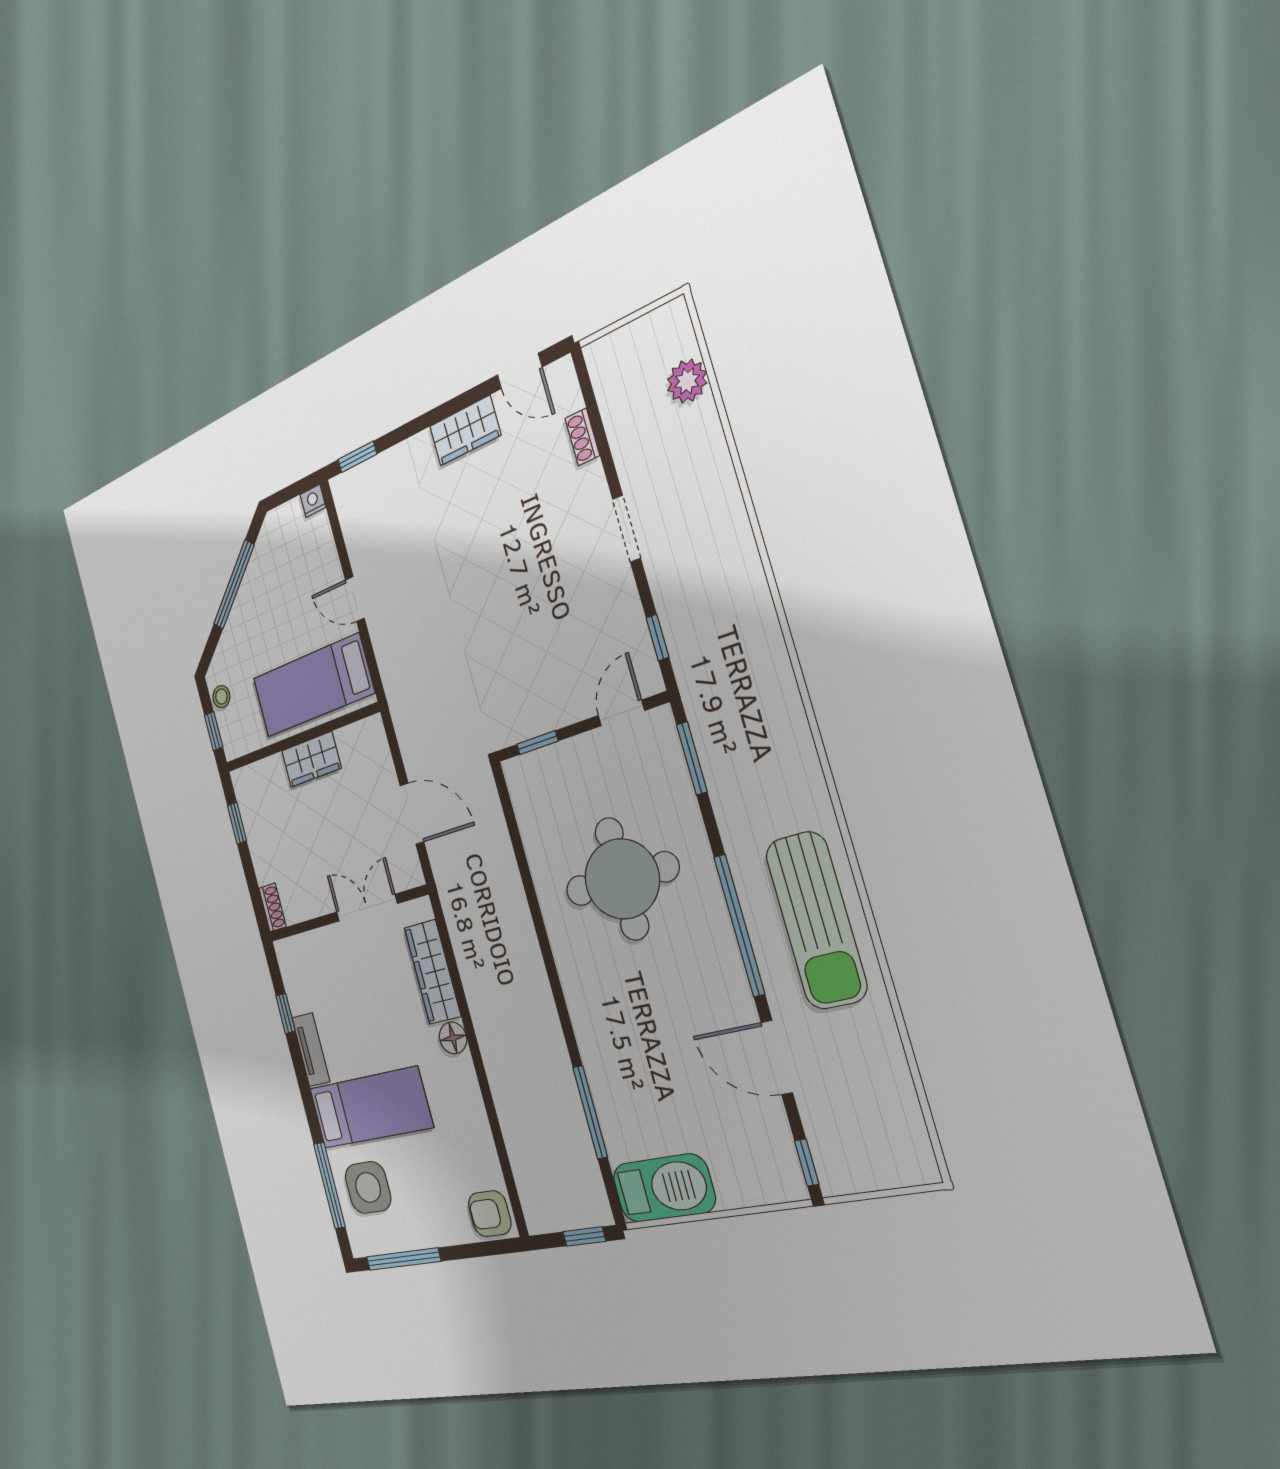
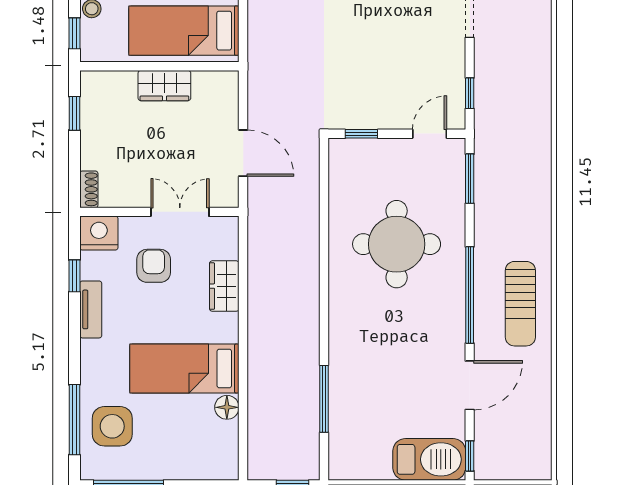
sun lounger: (816, 920) -> (520, 304), width x0.73, depth x0.75
nightstand: (295, 956) -> (99, 233), added
wardrobe: (433, 972) -> (224, 286), width x0.67
floor lamp: (453, 1038) -> (227, 407), moved
door: (777, 1057) -> (470, 385), swing flipped
bed: (370, 1108) -> (184, 368), moved, turned 180
barbecue: (664, 1188) -> (429, 459), moved
armchair: (490, 1214) -> (154, 266), moved, turned 90

